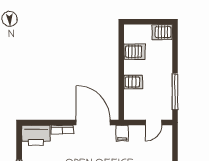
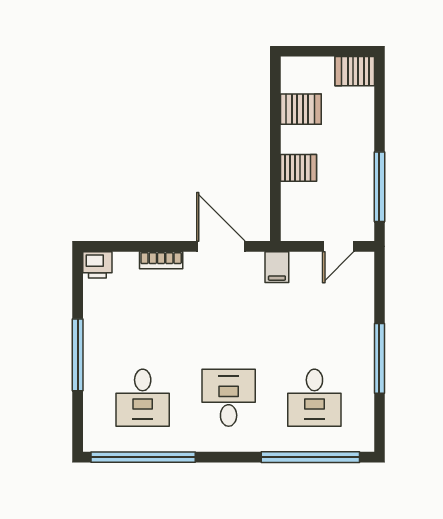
door: (93, 122) -> (221, 246), width x0.73
printer: (36, 135) -> (97, 265), width x0.53, depth x0.68

